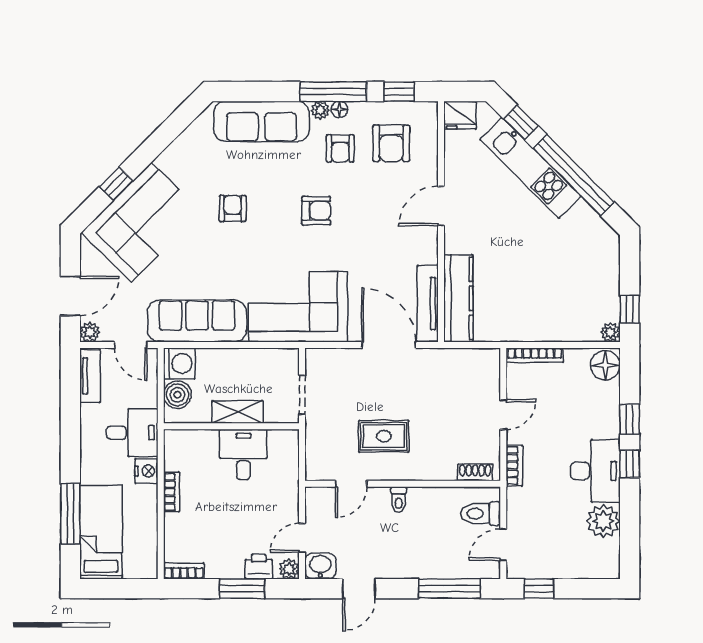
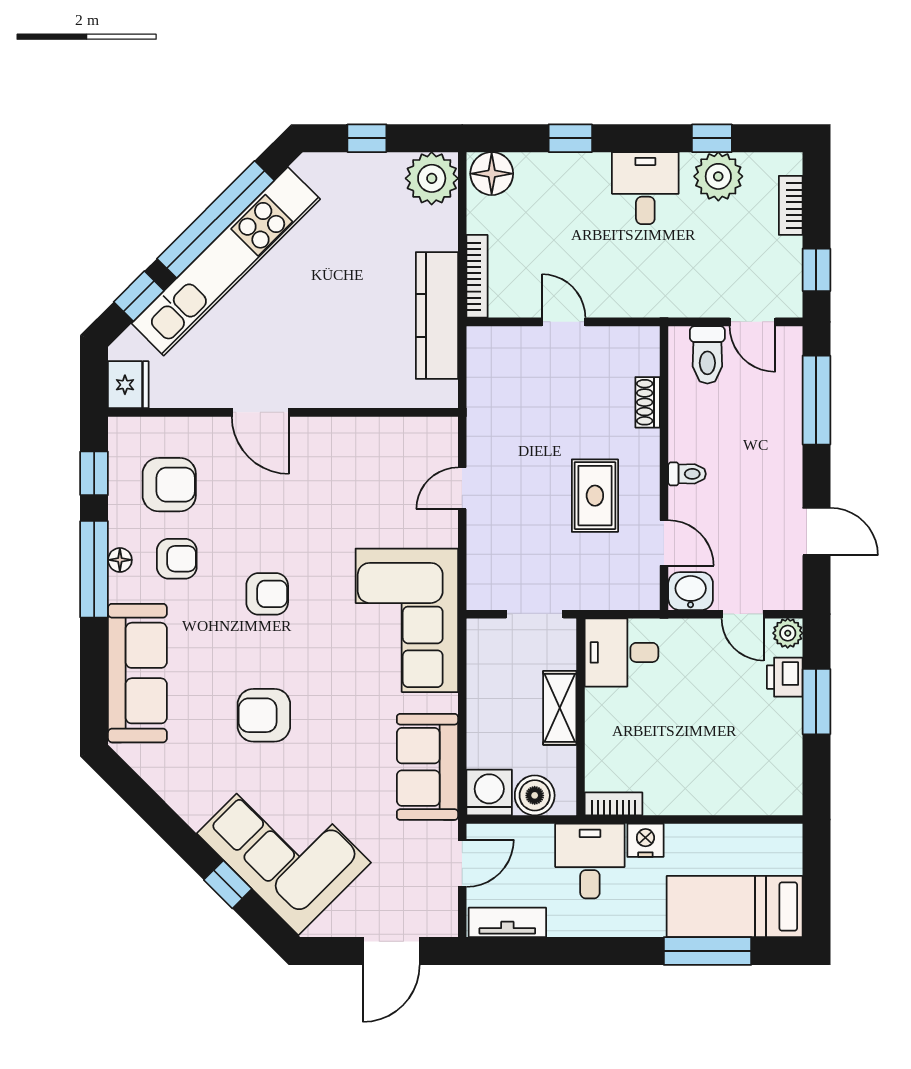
plant: (320, 110) -> (121, 588), removed
kitchen unit: (531, 168) -> (226, 261), width x1.36
armchair: (233, 208) -> (264, 715), width x1.38, depth x1.38
armchair: (316, 211) -> (267, 594), turned 90
door: (70, 296) -> (391, 951), swing flipped
kitchen counter: (458, 298) -> (437, 315), moved, turned -90
tv unit: (428, 304) -> (402, 432), removed
window: (630, 309) -> (367, 138), moved
sofa: (197, 321) -> (427, 767), width x0.73
plant: (90, 332) -> (444, 923), removed
plant: (610, 332) -> (432, 178), width x1.88, depth x1.88
door: (389, 345) -> (462, 488), width x0.53
desk: (243, 454) -> (621, 652), moved
window: (630, 464) -> (712, 138), moved
bookcase: (514, 466) -> (791, 205), moved, turned -90
desk: (595, 471) -> (645, 188), width x0.73
shoe rack: (475, 472) -> (648, 402), moved
bookcase: (172, 492) -> (613, 804), moved
washbasin: (320, 566) -> (691, 591), moved, turned 90
bookcase: (184, 571) -> (791, 786), removed

